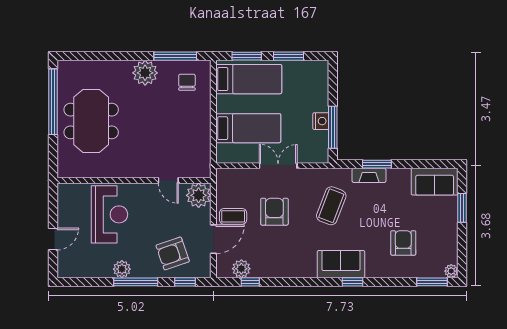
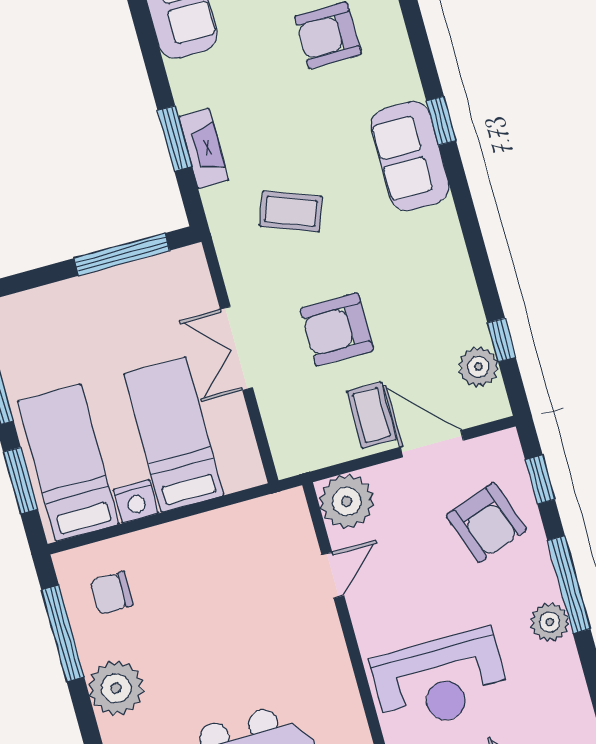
nightstand: (321, 121) -> (136, 502), moved, turned 180
coffee table: (331, 206) -> (291, 211), width x0.73, depth x0.77
reception desk: (110, 214) -> (440, 681), turned 180

